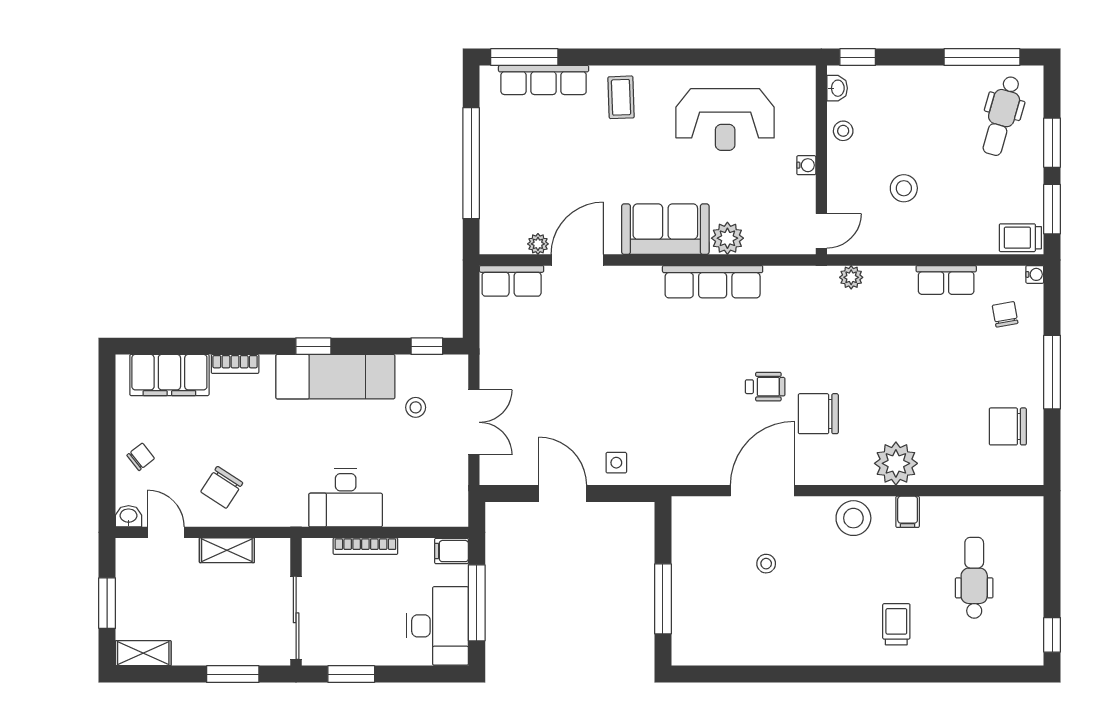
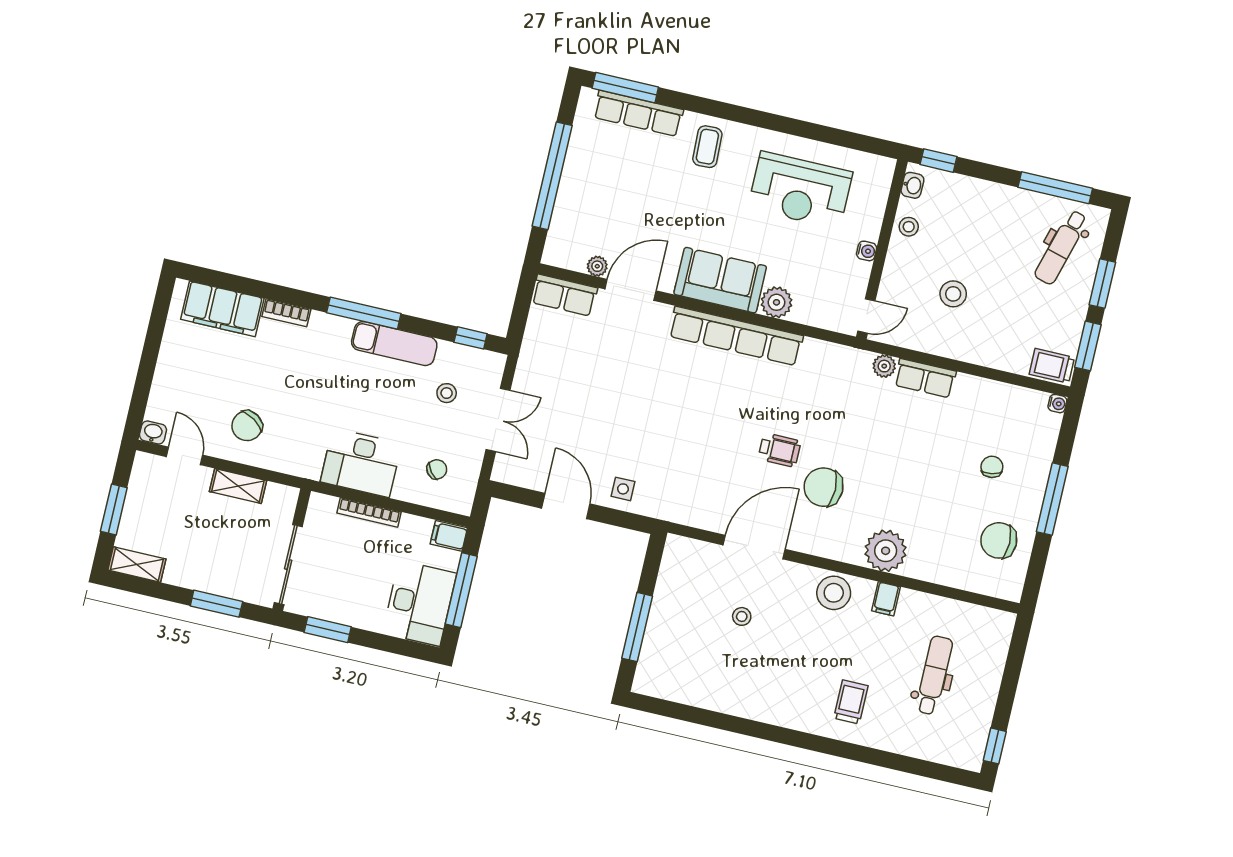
row of seats: (946, 280) -> (925, 378), moved
row of seats: (713, 282) -> (736, 336), width x1.36
chair: (1005, 314) -> (992, 467), moved
window: (313, 346) -> (364, 313), width x2.17
exam couch: (335, 377) -> (394, 344), width x0.73, depth x0.69
chair: (141, 457) -> (437, 469), moved

